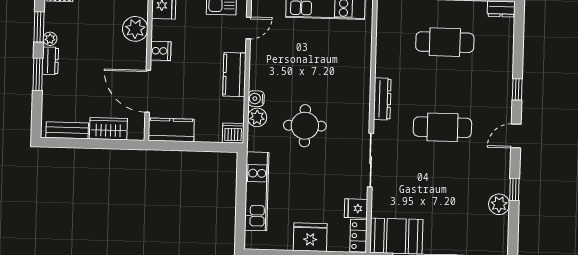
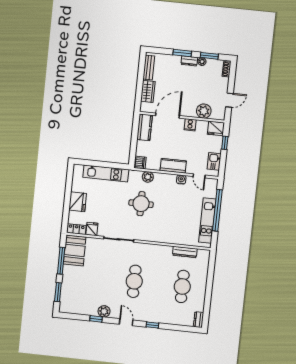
water cooler: (256, 99) -> (181, 180), moved
dresser: (382, 99) -> (185, 252), moved
plant: (499, 204) -> (104, 311), moved

